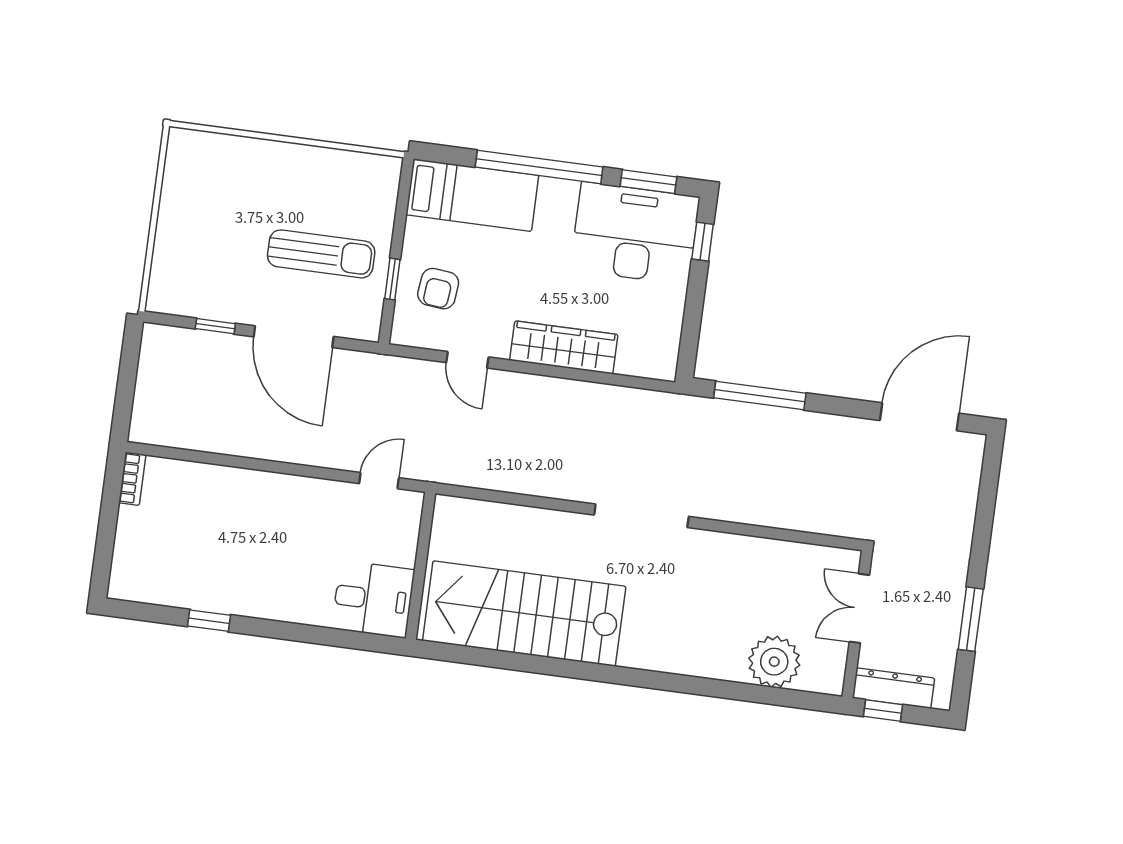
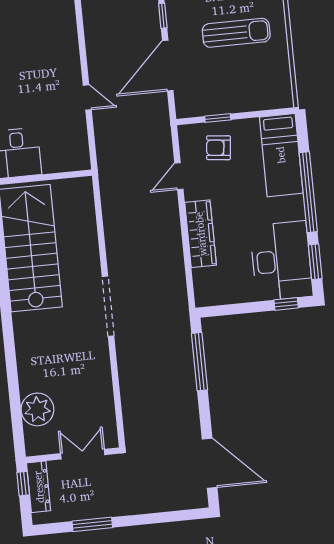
sun lounger: (321, 254) -> (236, 33), moved, turned -90
door: (379, 481) -> (87, 97), moved

